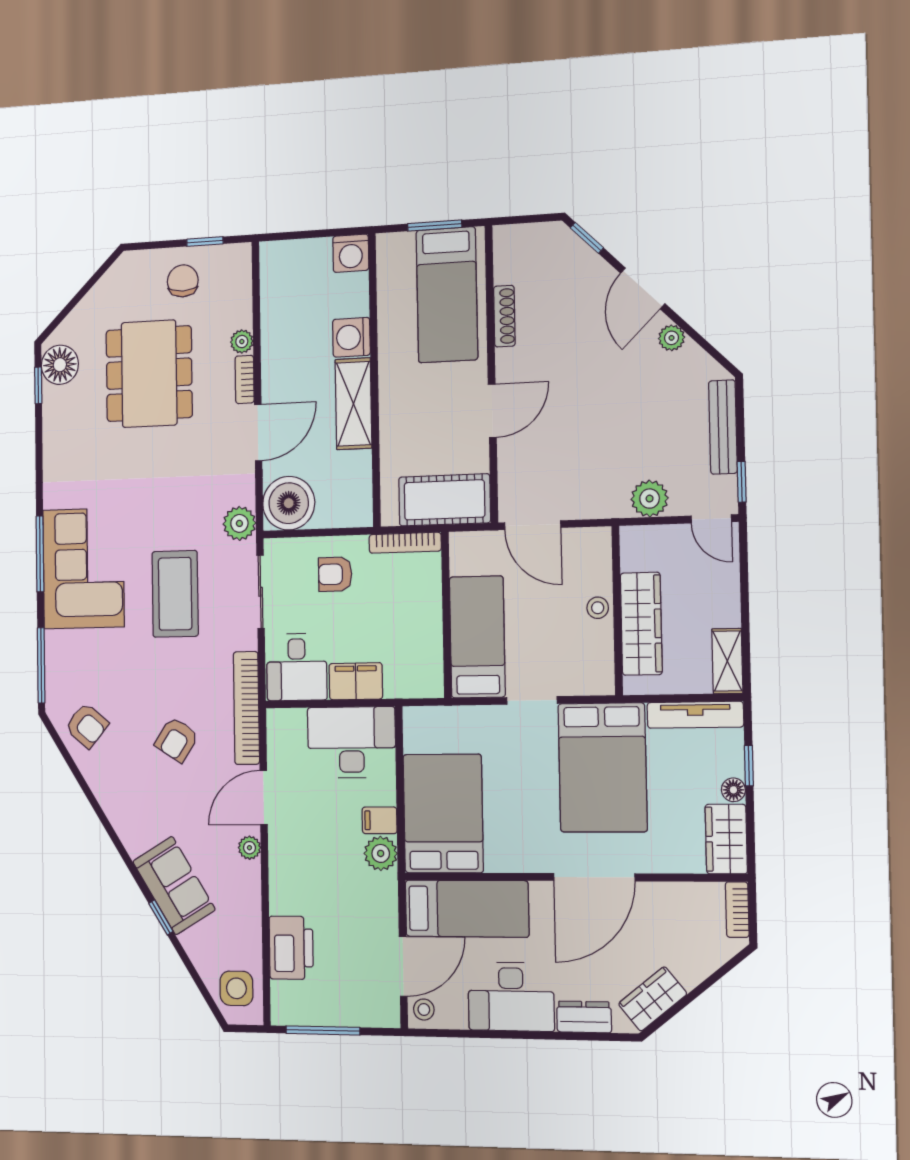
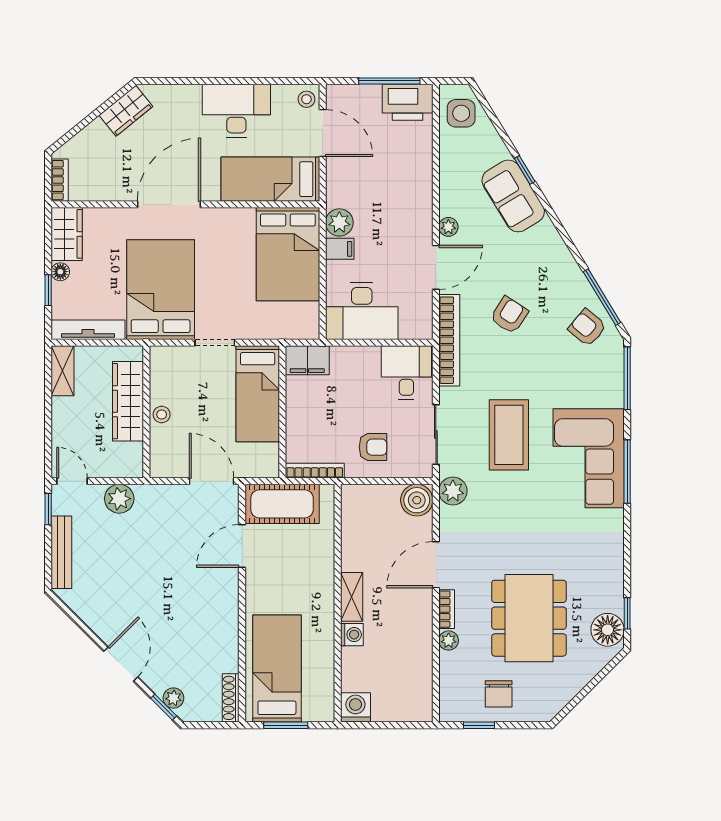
shoe rack: (504, 316) -> (231, 698), moved
washing machine: (351, 337) -> (352, 635), width x0.73, depth x0.73
plant: (672, 338) -> (173, 698), moved
shelving: (353, 404) -> (352, 597), width x0.67, depth x0.75
door: (492, 411) -> (242, 546), moved
boiler: (289, 503) -> (417, 500), width x0.73, depth x0.73
filing cabinet: (356, 681) -> (307, 360), moved
window: (70, 762) -> (602, 297), added
printer: (291, 948) -> (408, 102), moved, turned -90
door: (403, 966) -> (323, 133), swing flipped
dresser: (584, 1017) -> (179, 96), removed

